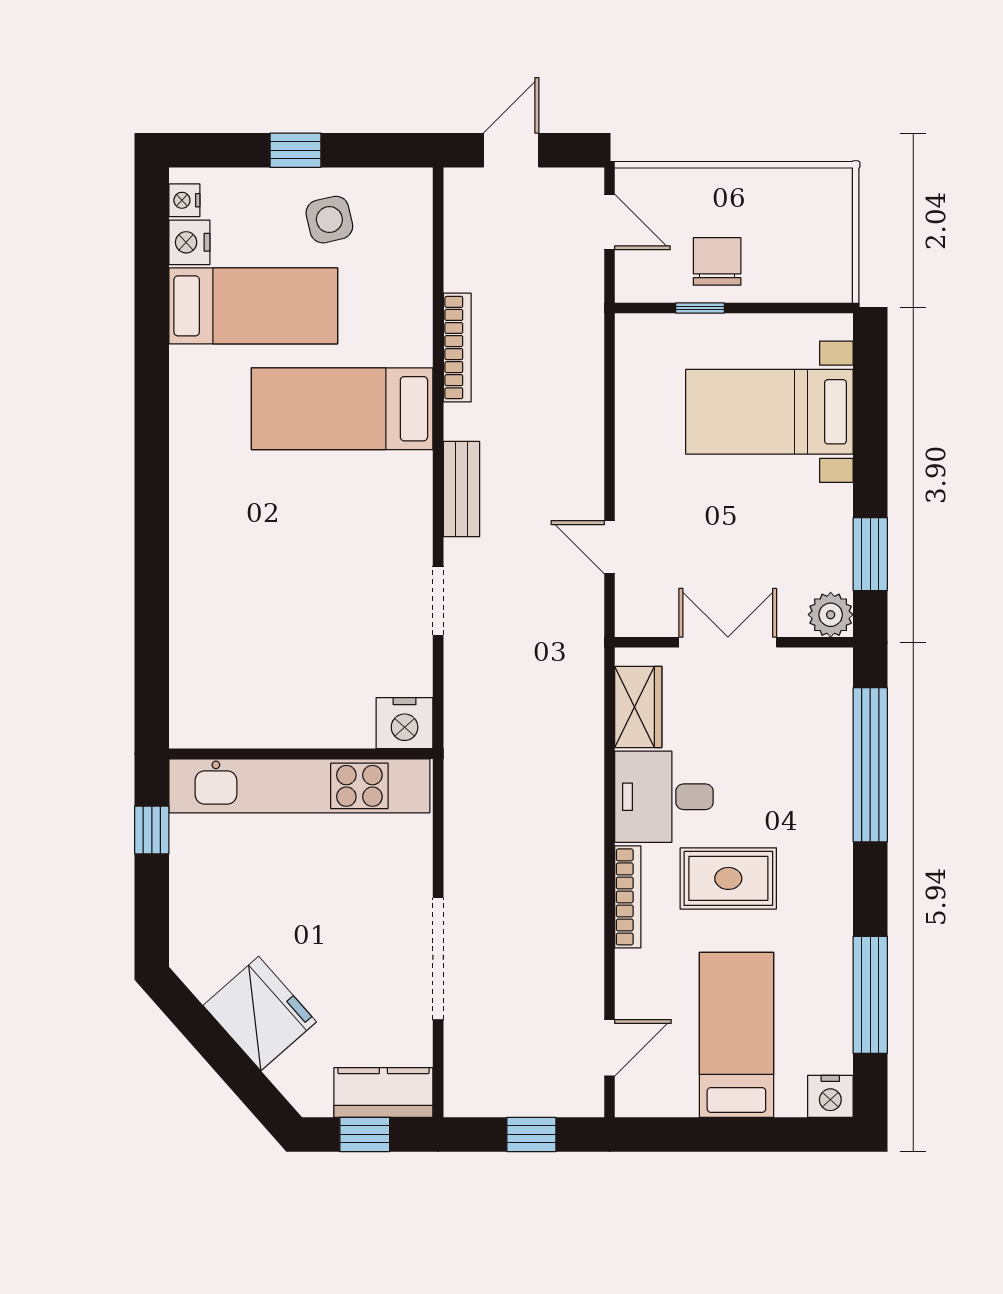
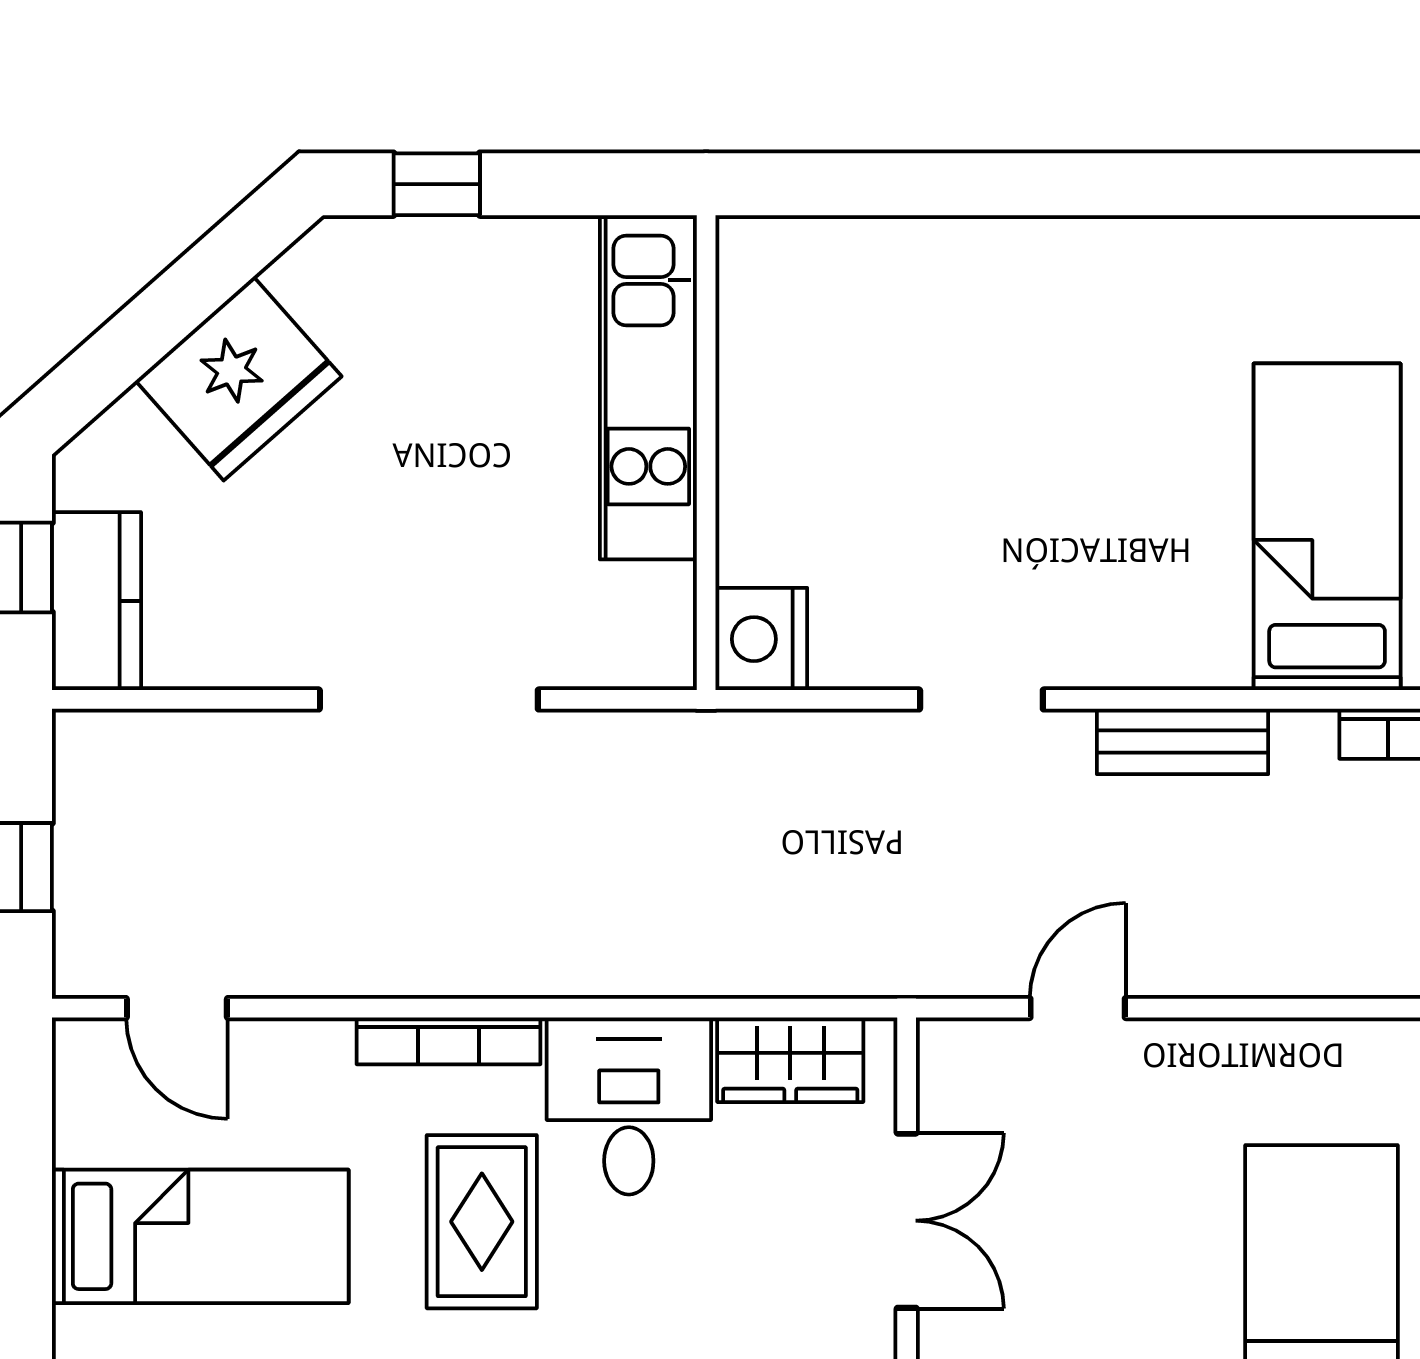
kitchen unit: (299, 786) -> (648, 387), width x0.73
window: (152, 830) -> (437, 184), moved
doorway: (438, 959) -> (429, 699), moved

